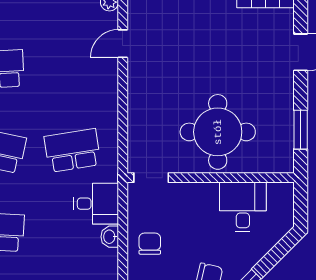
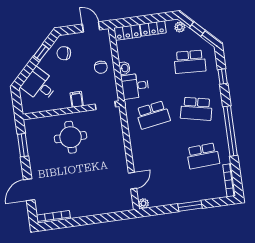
round table: (218, 132) -> (71, 137), width x0.73, depth x0.73
filing cabinet: (198, 195) -> (77, 99), added
desk: (243, 207) -> (39, 85), moved, turned 135

